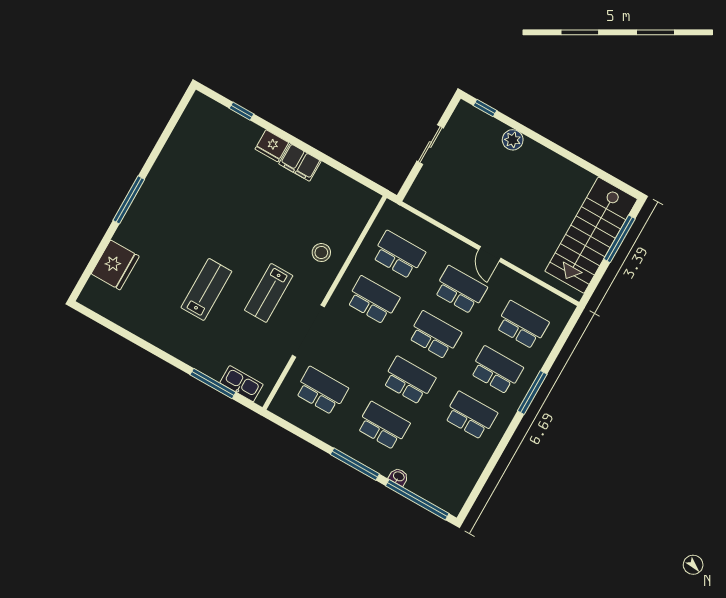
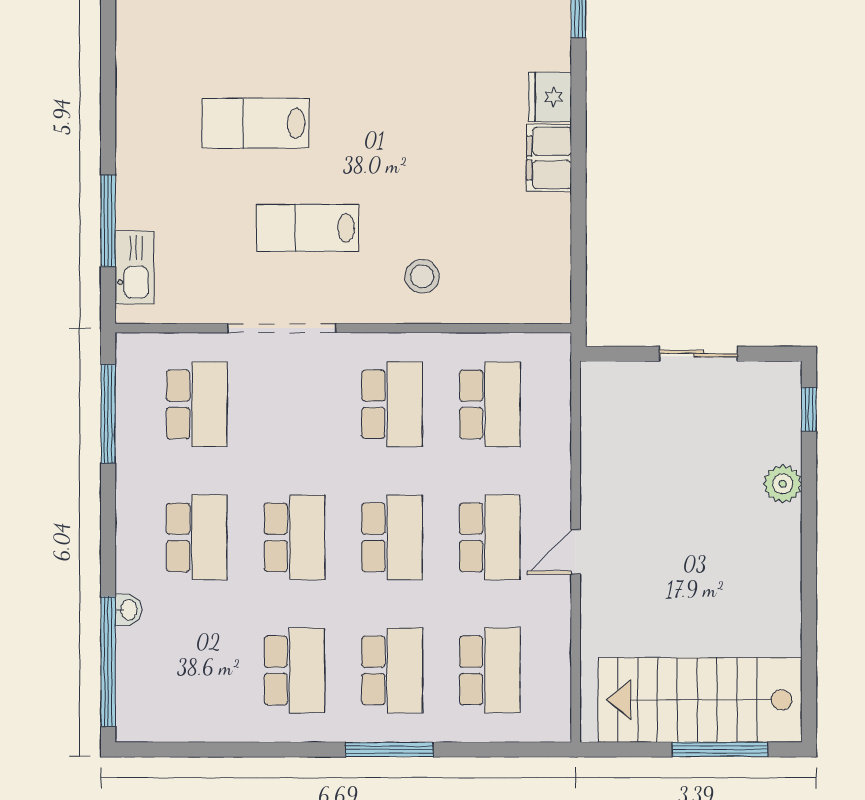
lab bench: (206, 289) -> (255, 123), turned 180
window: (355, 464) -> (108, 414), moved

